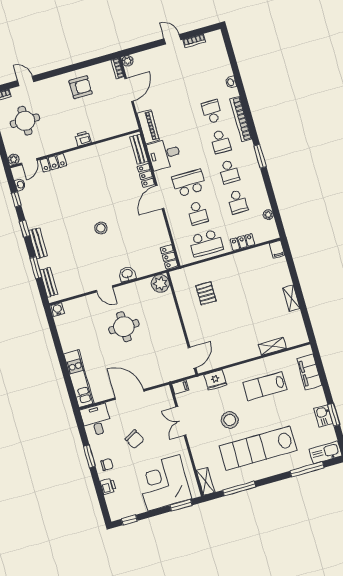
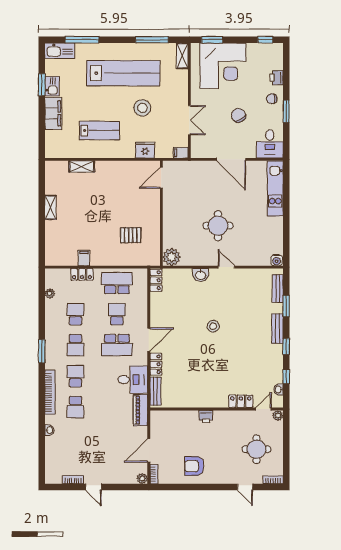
school desk: (229, 172) -> (76, 345), turned 180
filing cabinet: (277, 249) -> (84, 258), moved
pallet: (206, 293) -> (131, 235), turned 90
filing cabinet: (309, 372) -> (53, 113), moved

